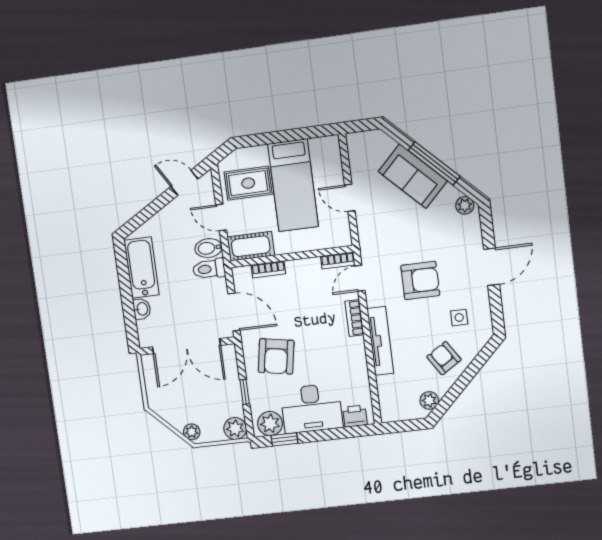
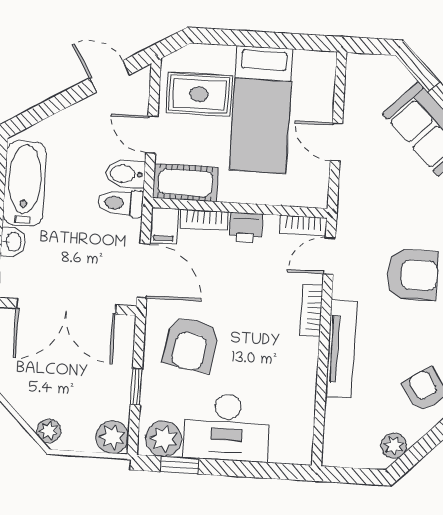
filing cabinet: (242, 279) -> (164, 226), added
printer: (355, 416) -> (246, 227), moved, turned 180

